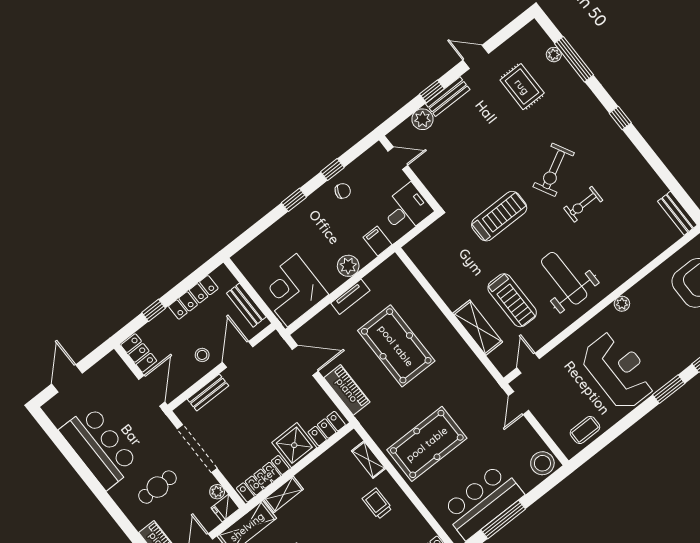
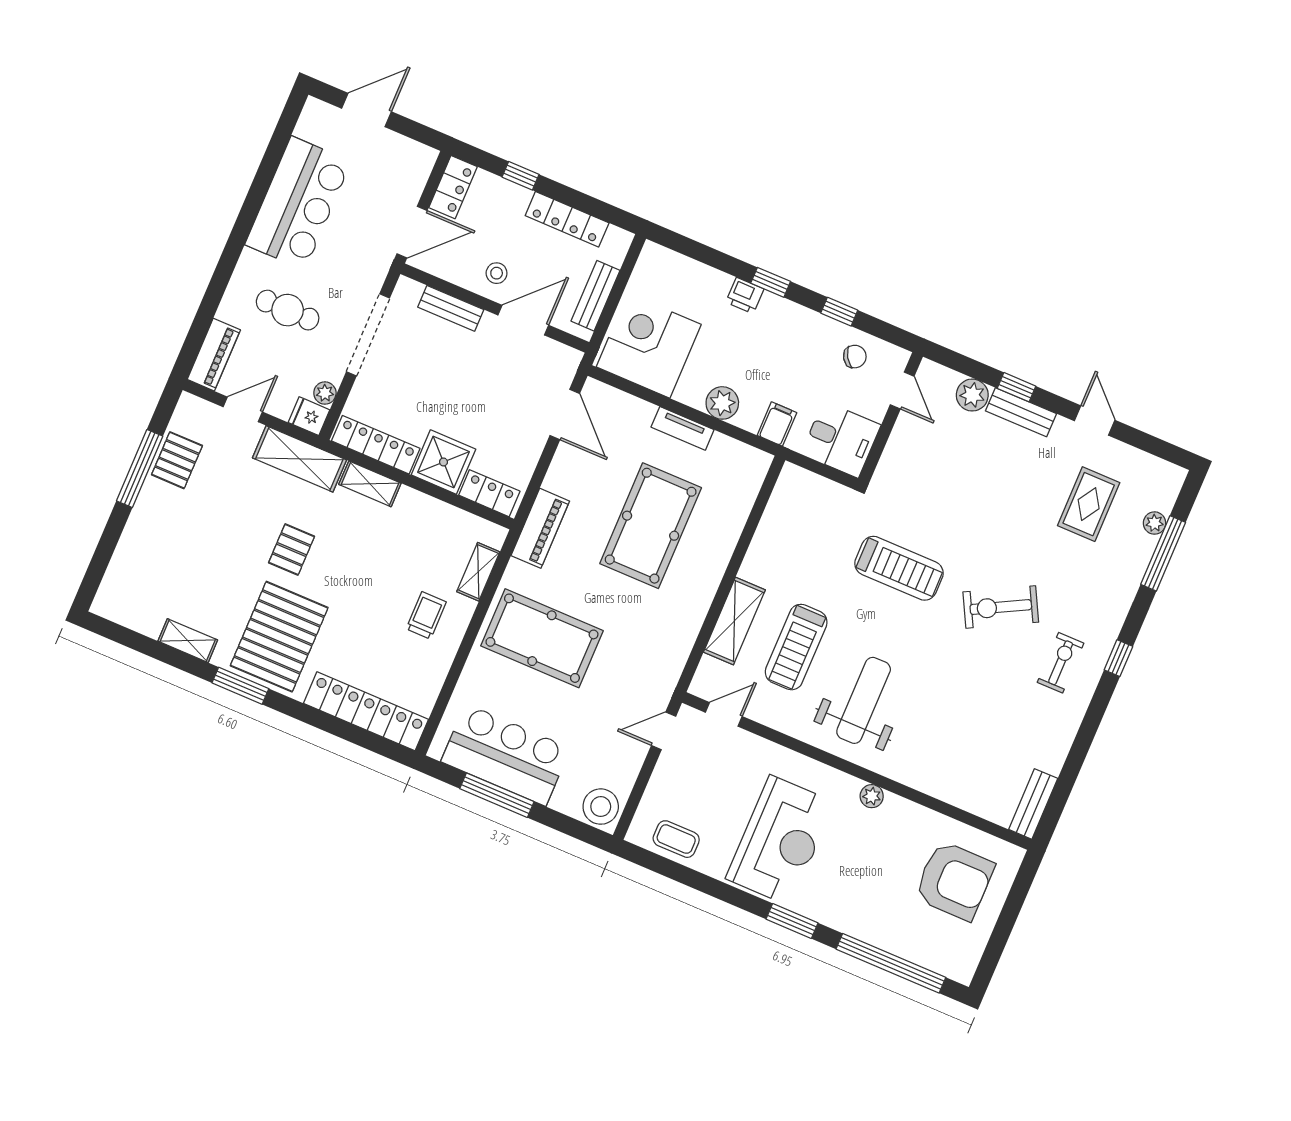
chair: (343, 191) -> (855, 357), moved, turned -52
exercise bike: (583, 204) -> (1061, 663), moved, turned 90
printer: (293, 219) -> (745, 296), added
piano: (347, 390) -> (540, 528), moved

